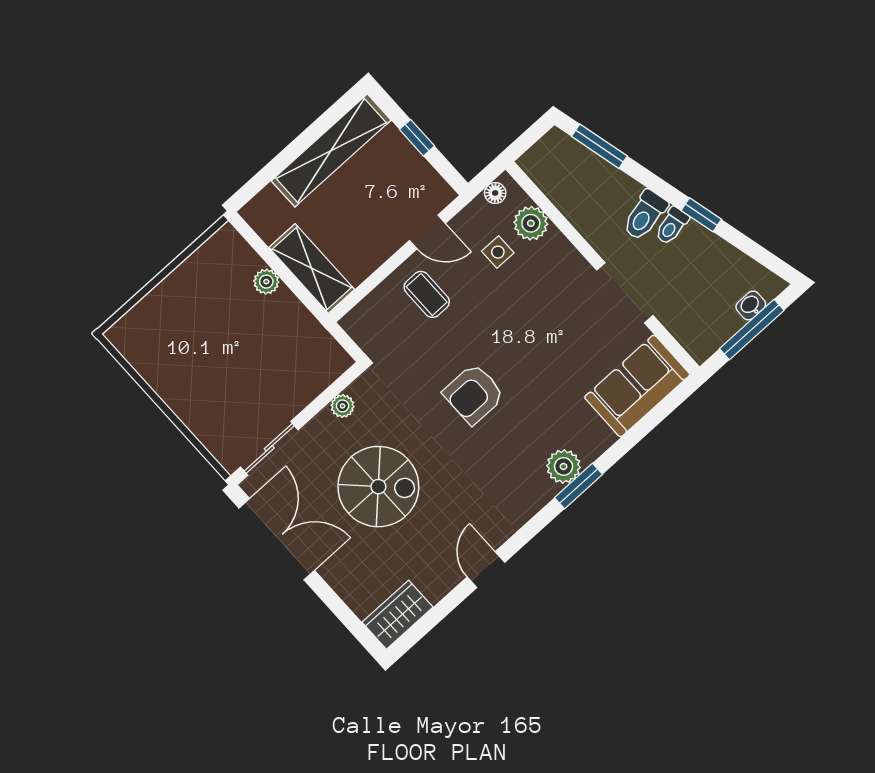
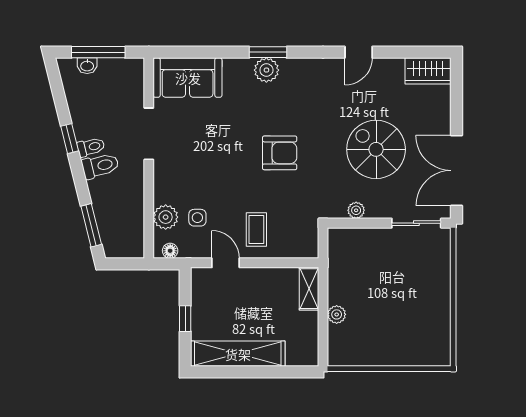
shelving: (312, 268) -> (309, 289), width x0.67, depth x0.75

